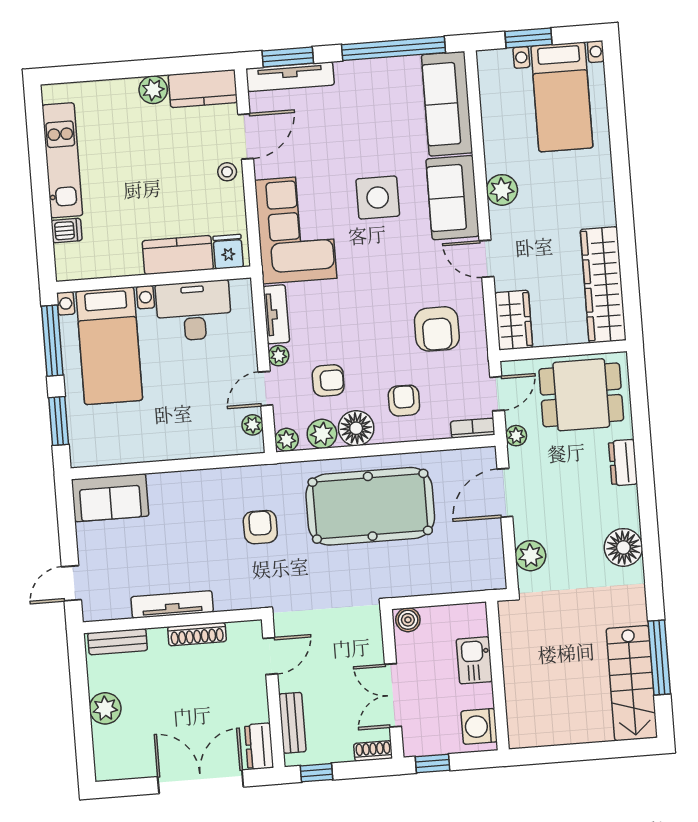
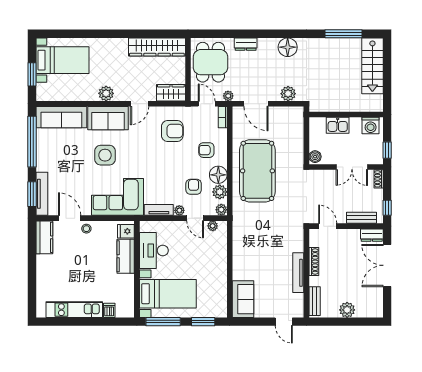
plant: (153, 90) -> (43, 262), removed
armchair: (260, 527) -> (263, 226), removed
stairs: (632, 683) -> (372, 66), moved, turned 90

